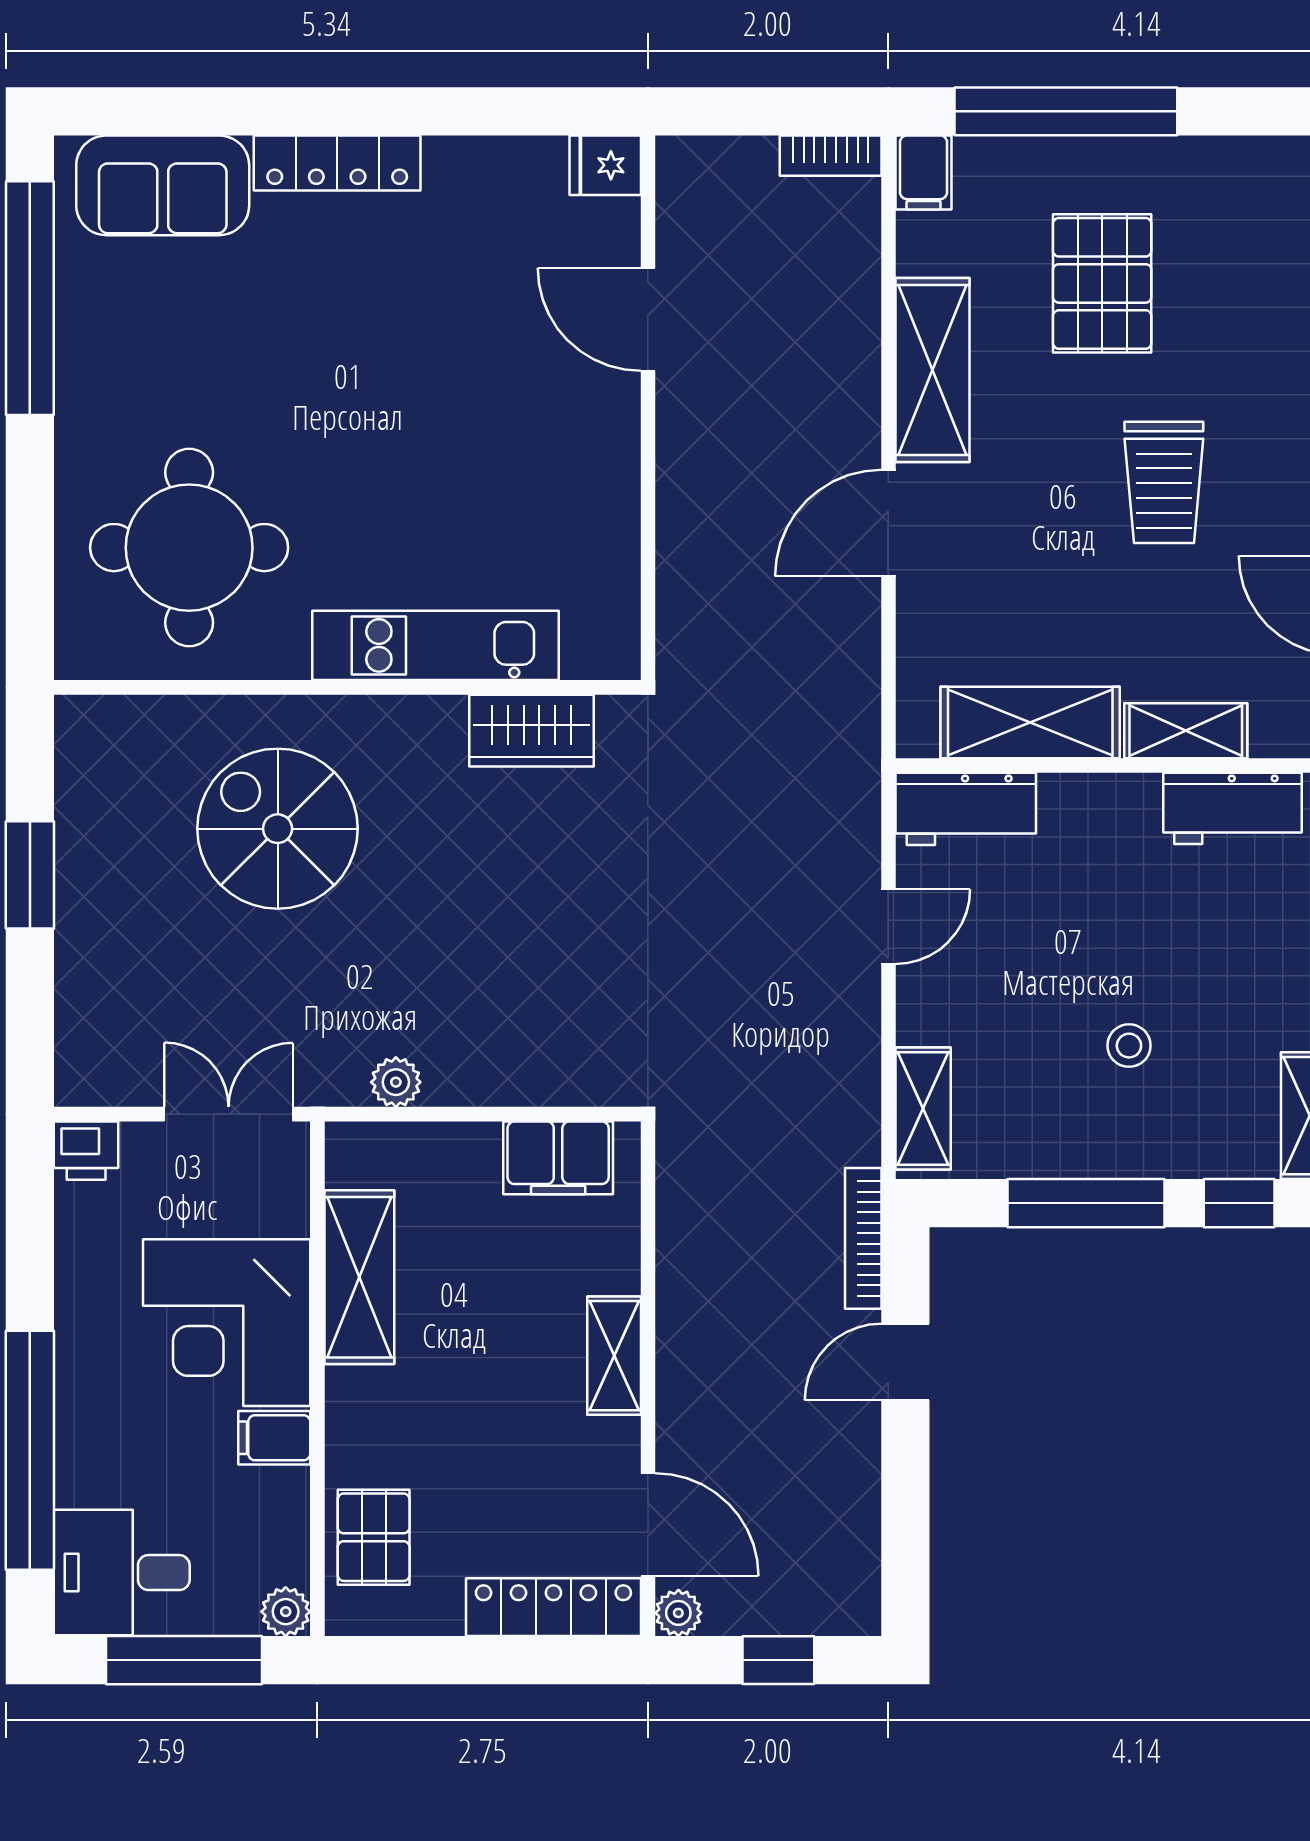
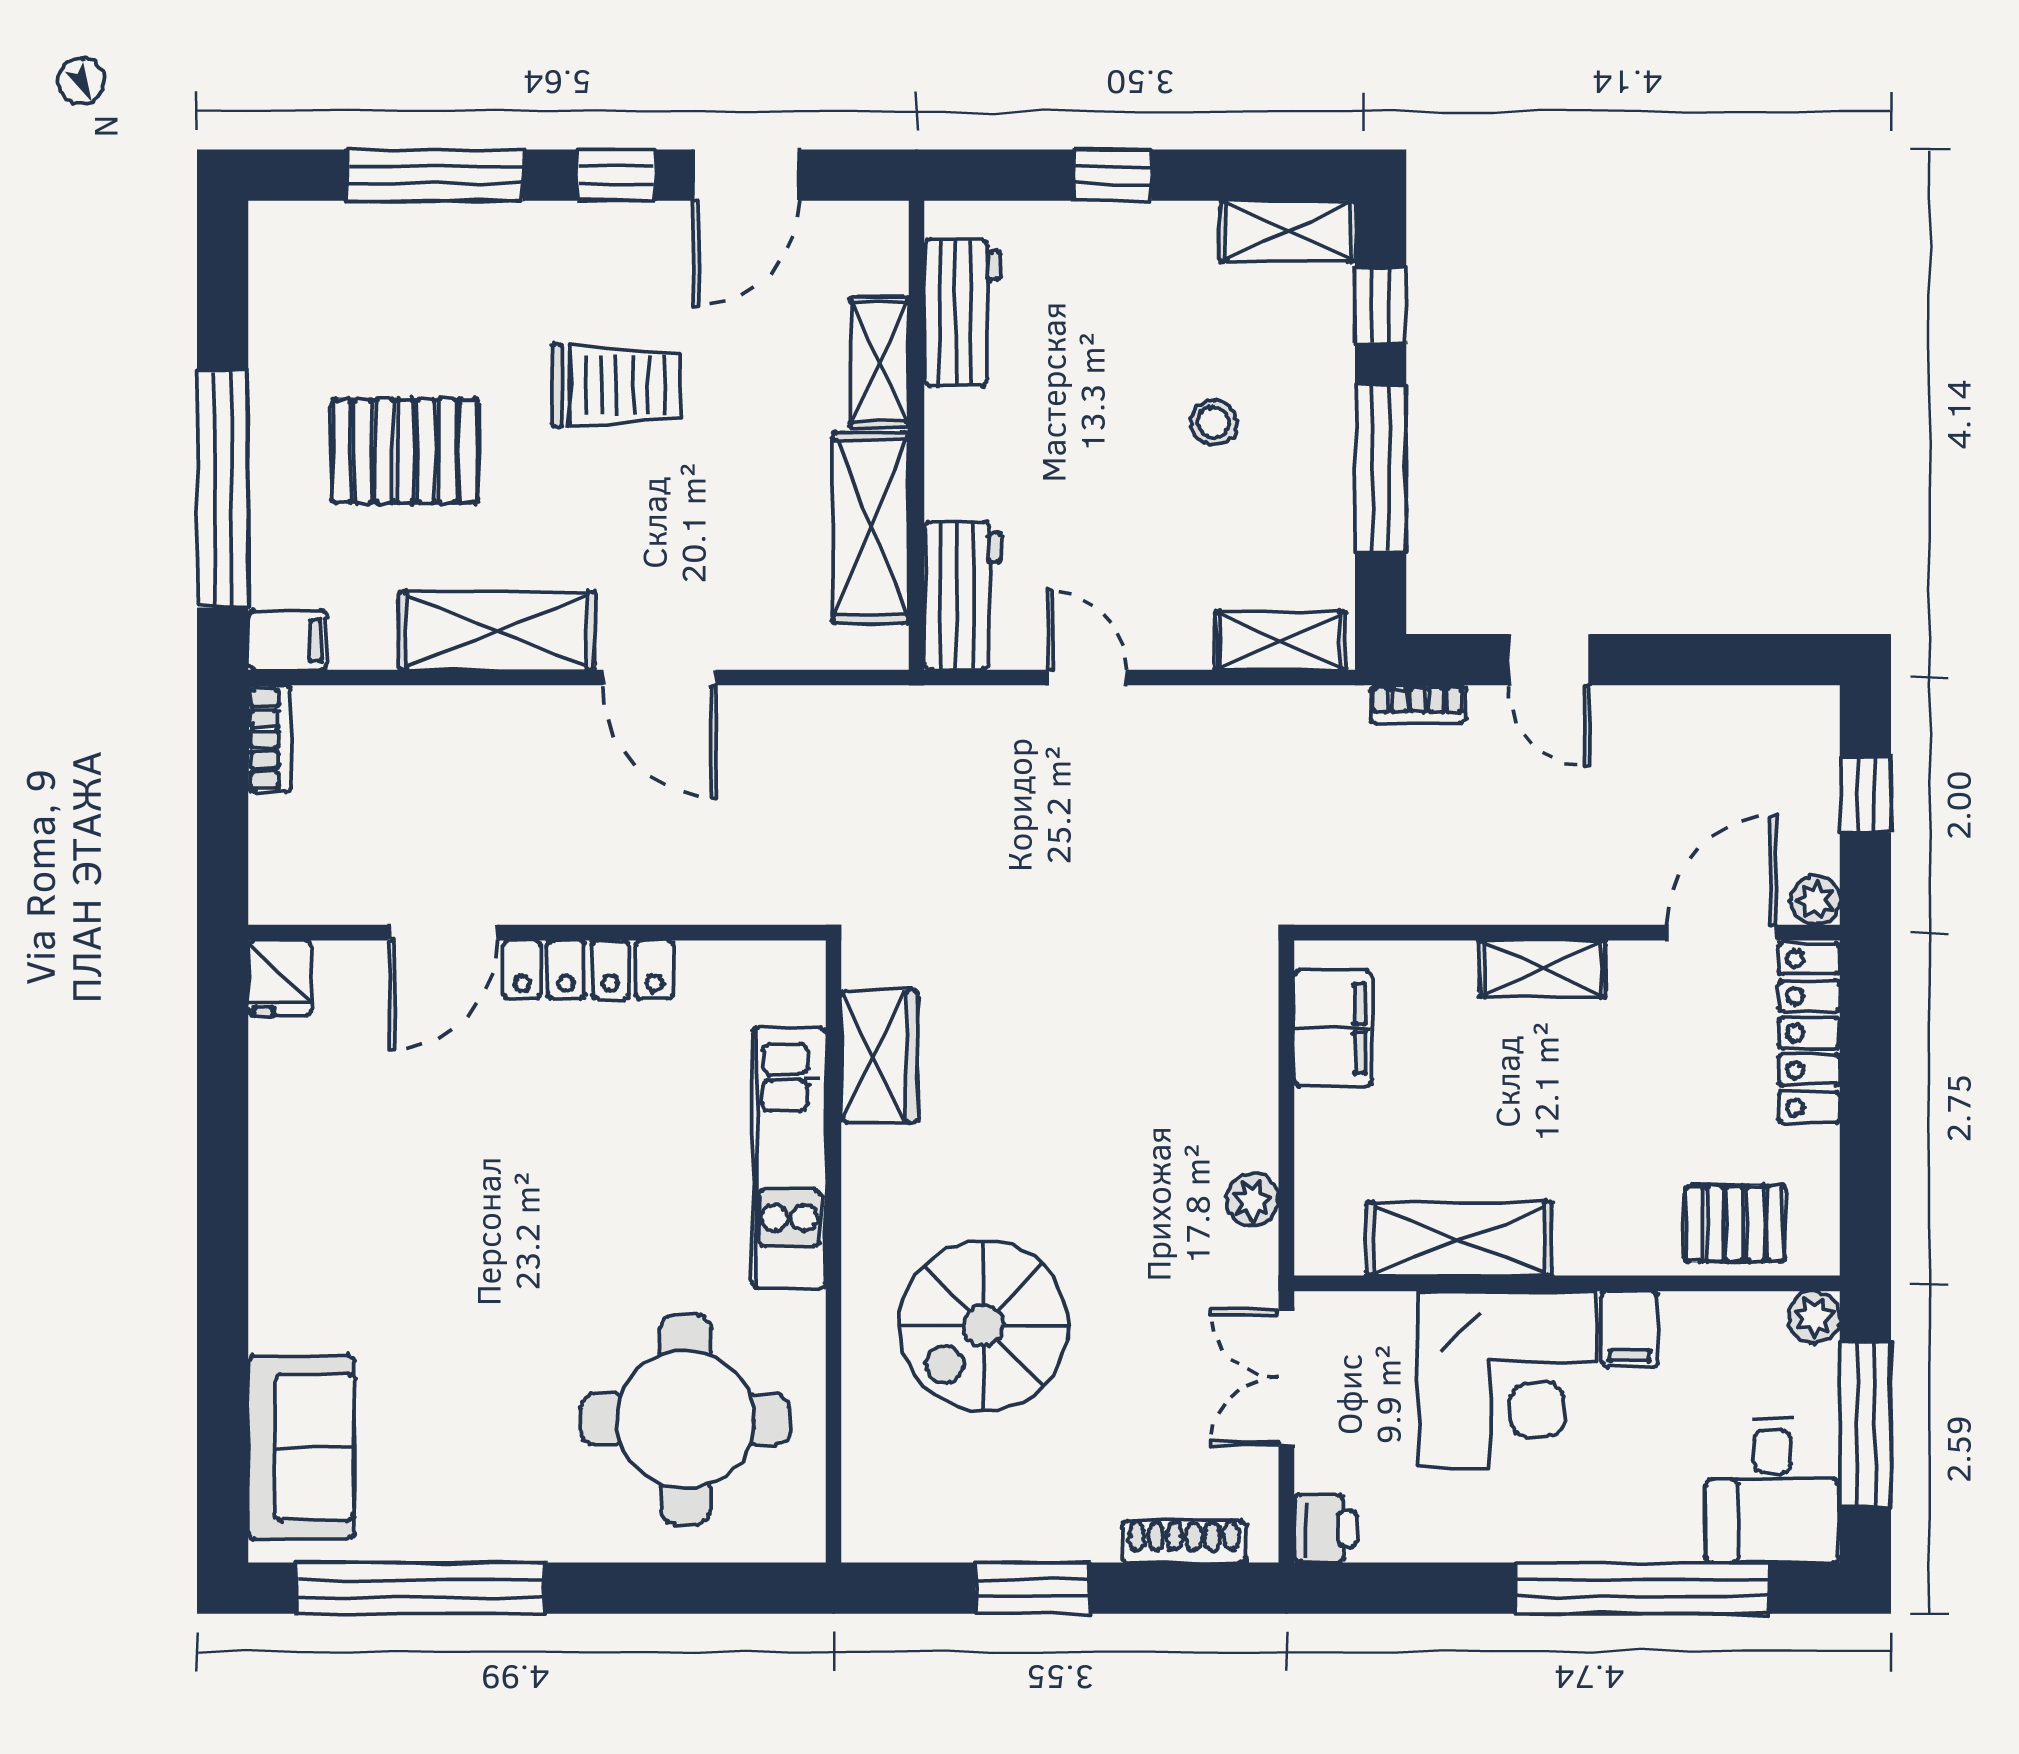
locker: (337, 163) -> (588, 970), moved, turned 90
shoe rack: (74, 1018) -> (1184, 1542), added
bookcase: (863, 1238) -> (1418, 704), width x0.64

